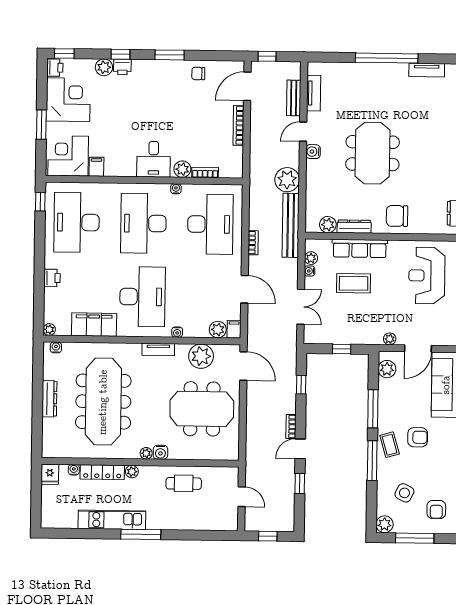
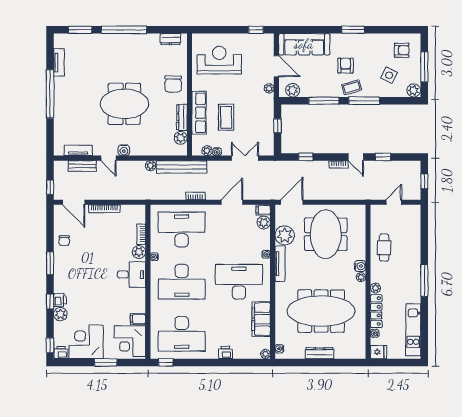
plant: (287, 180) -> (151, 166), width x0.53, depth x0.53
reception desk: (427, 276) -> (219, 60), turned 180
tv unit: (158, 350) -> (280, 264), width x1.41
kitchen unit: (112, 520) -> (413, 330), moved

